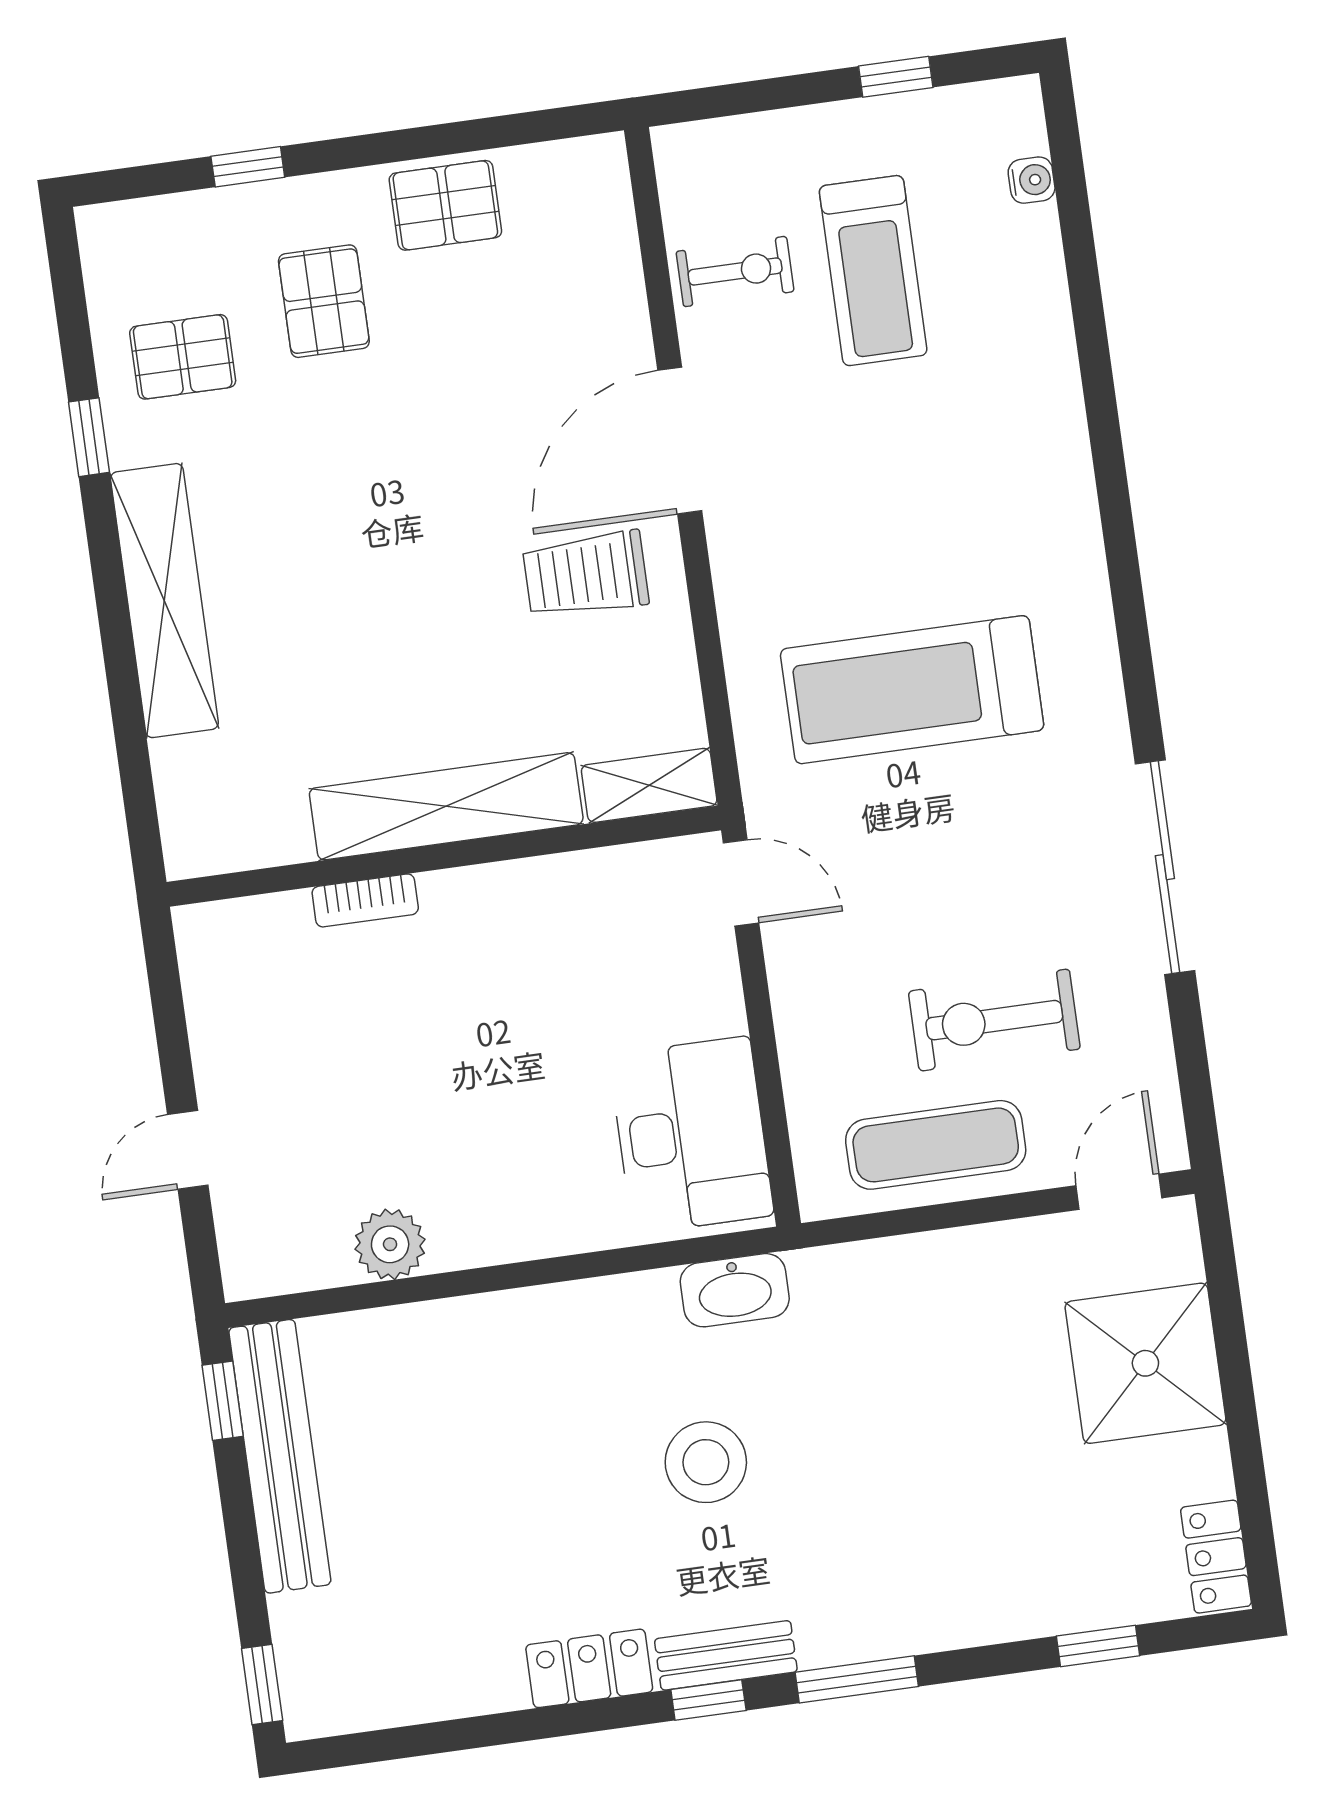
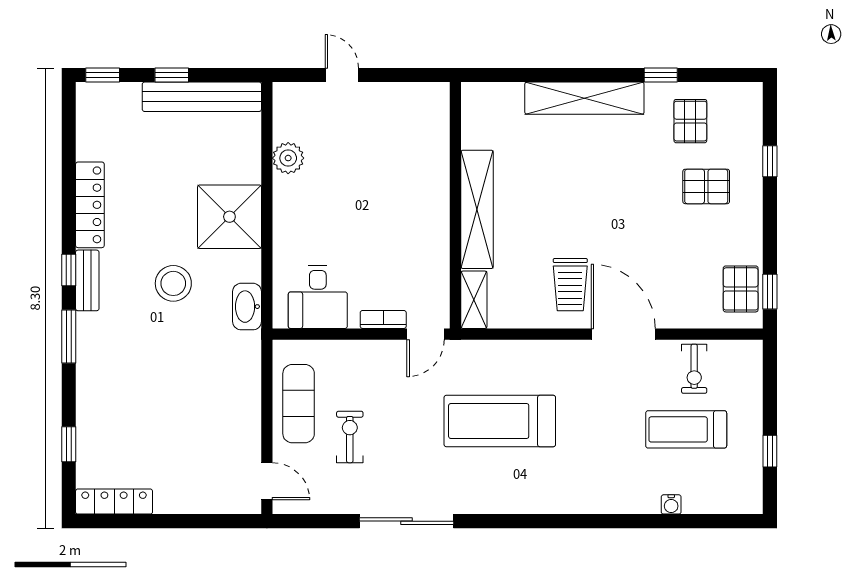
window: (539, 126) -> (770, 292), added
water cooler: (1032, 180) -> (671, 504), moved
pallet: (445, 205) -> (741, 289), moved
trolley: (586, 575) -> (570, 285), turned 180
treadmill: (912, 690) -> (500, 421), turned -90
bookcase: (365, 900) -> (383, 319), moved, turned 90
exercise bike: (994, 1020) -> (350, 437), width x0.73, depth x0.72
desk: (691, 1135) -> (318, 297), width x0.73
shower: (1145, 1363) -> (229, 217), moved
window: (223, 1401) -> (172, 75), moved
locker: (1216, 1557) -> (114, 502), width x1.53
locker: (589, 1668) -> (90, 205), width x1.53

